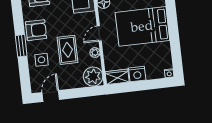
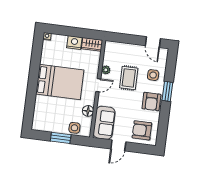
armchair: (36, 30) -> (151, 102), turned -90
plant: (93, 77) -> (113, 50), removed
door: (51, 96) -> (153, 42), hinge flipped

